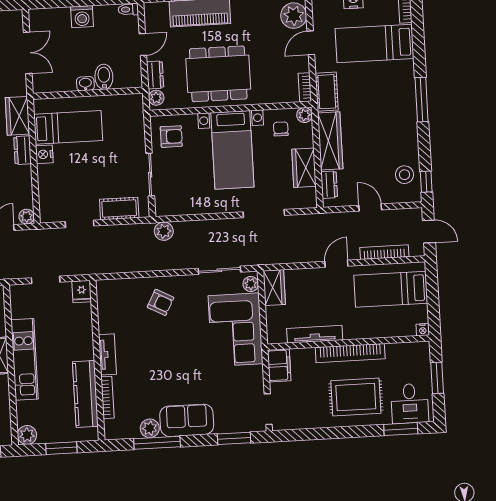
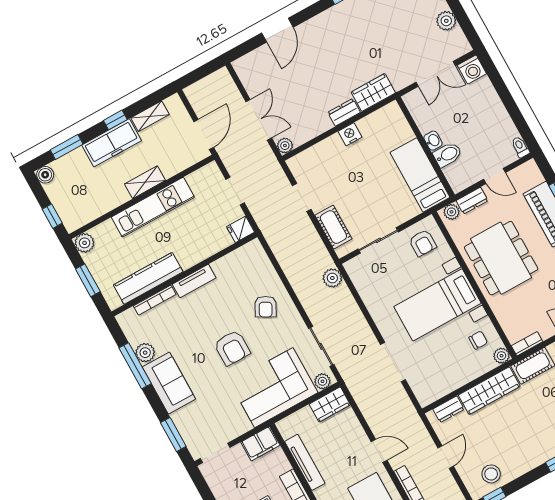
washing machine: (82, 17) -> (472, 69), moved, turned -90
bed: (68, 127) -> (420, 175), moved, turned 180
wardrobe: (304, 168) -> (453, 379), removed
armchair: (183, 350) -> (232, 348), added

